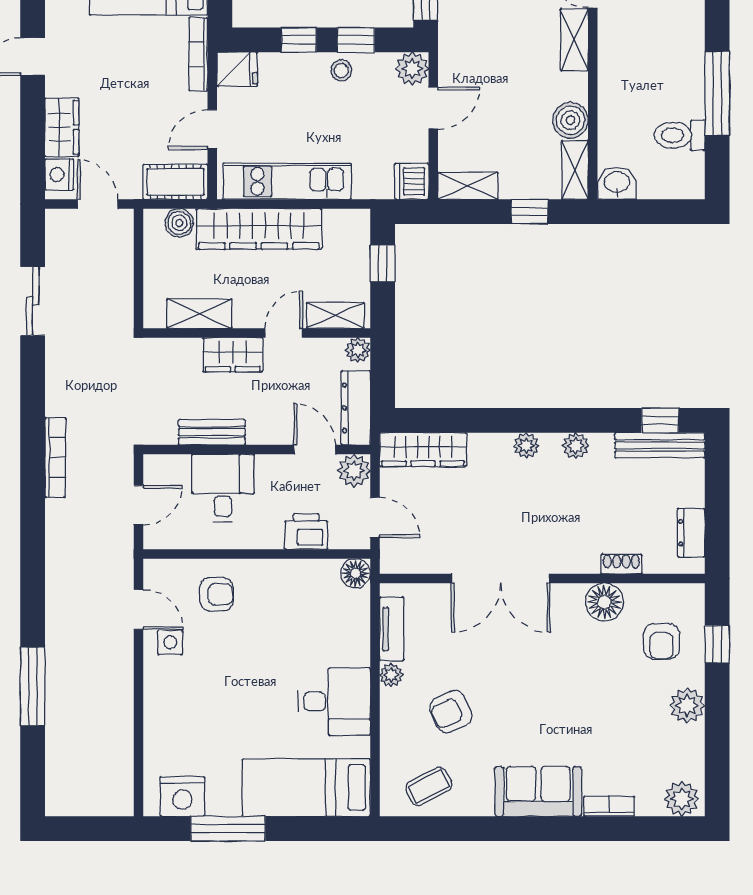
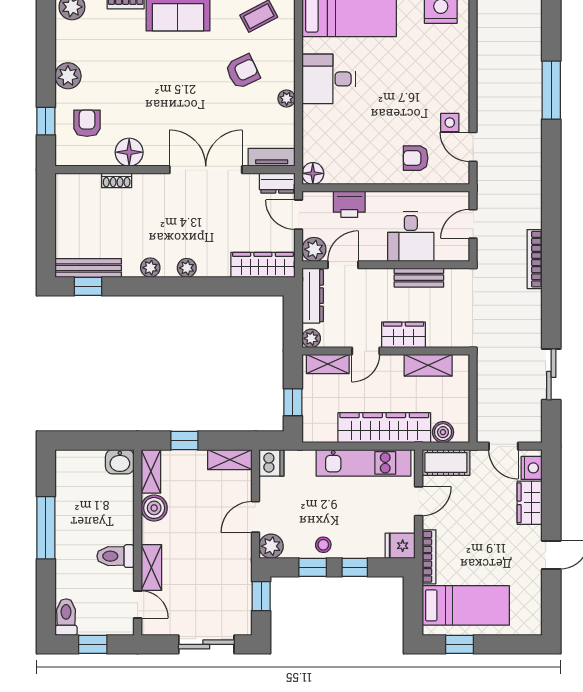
toilet: (680, 135) -> (116, 556), moved, turned 180
door: (315, 450) -> (343, 265), swing flipped
dresser: (691, 533) -> (277, 183), moved, turned 90
tv unit: (392, 629) -> (272, 157), moved, turned 90

